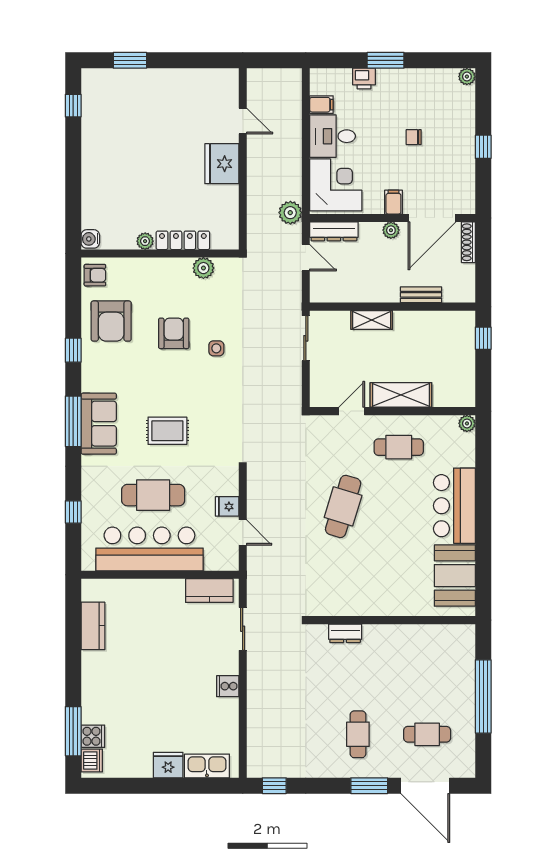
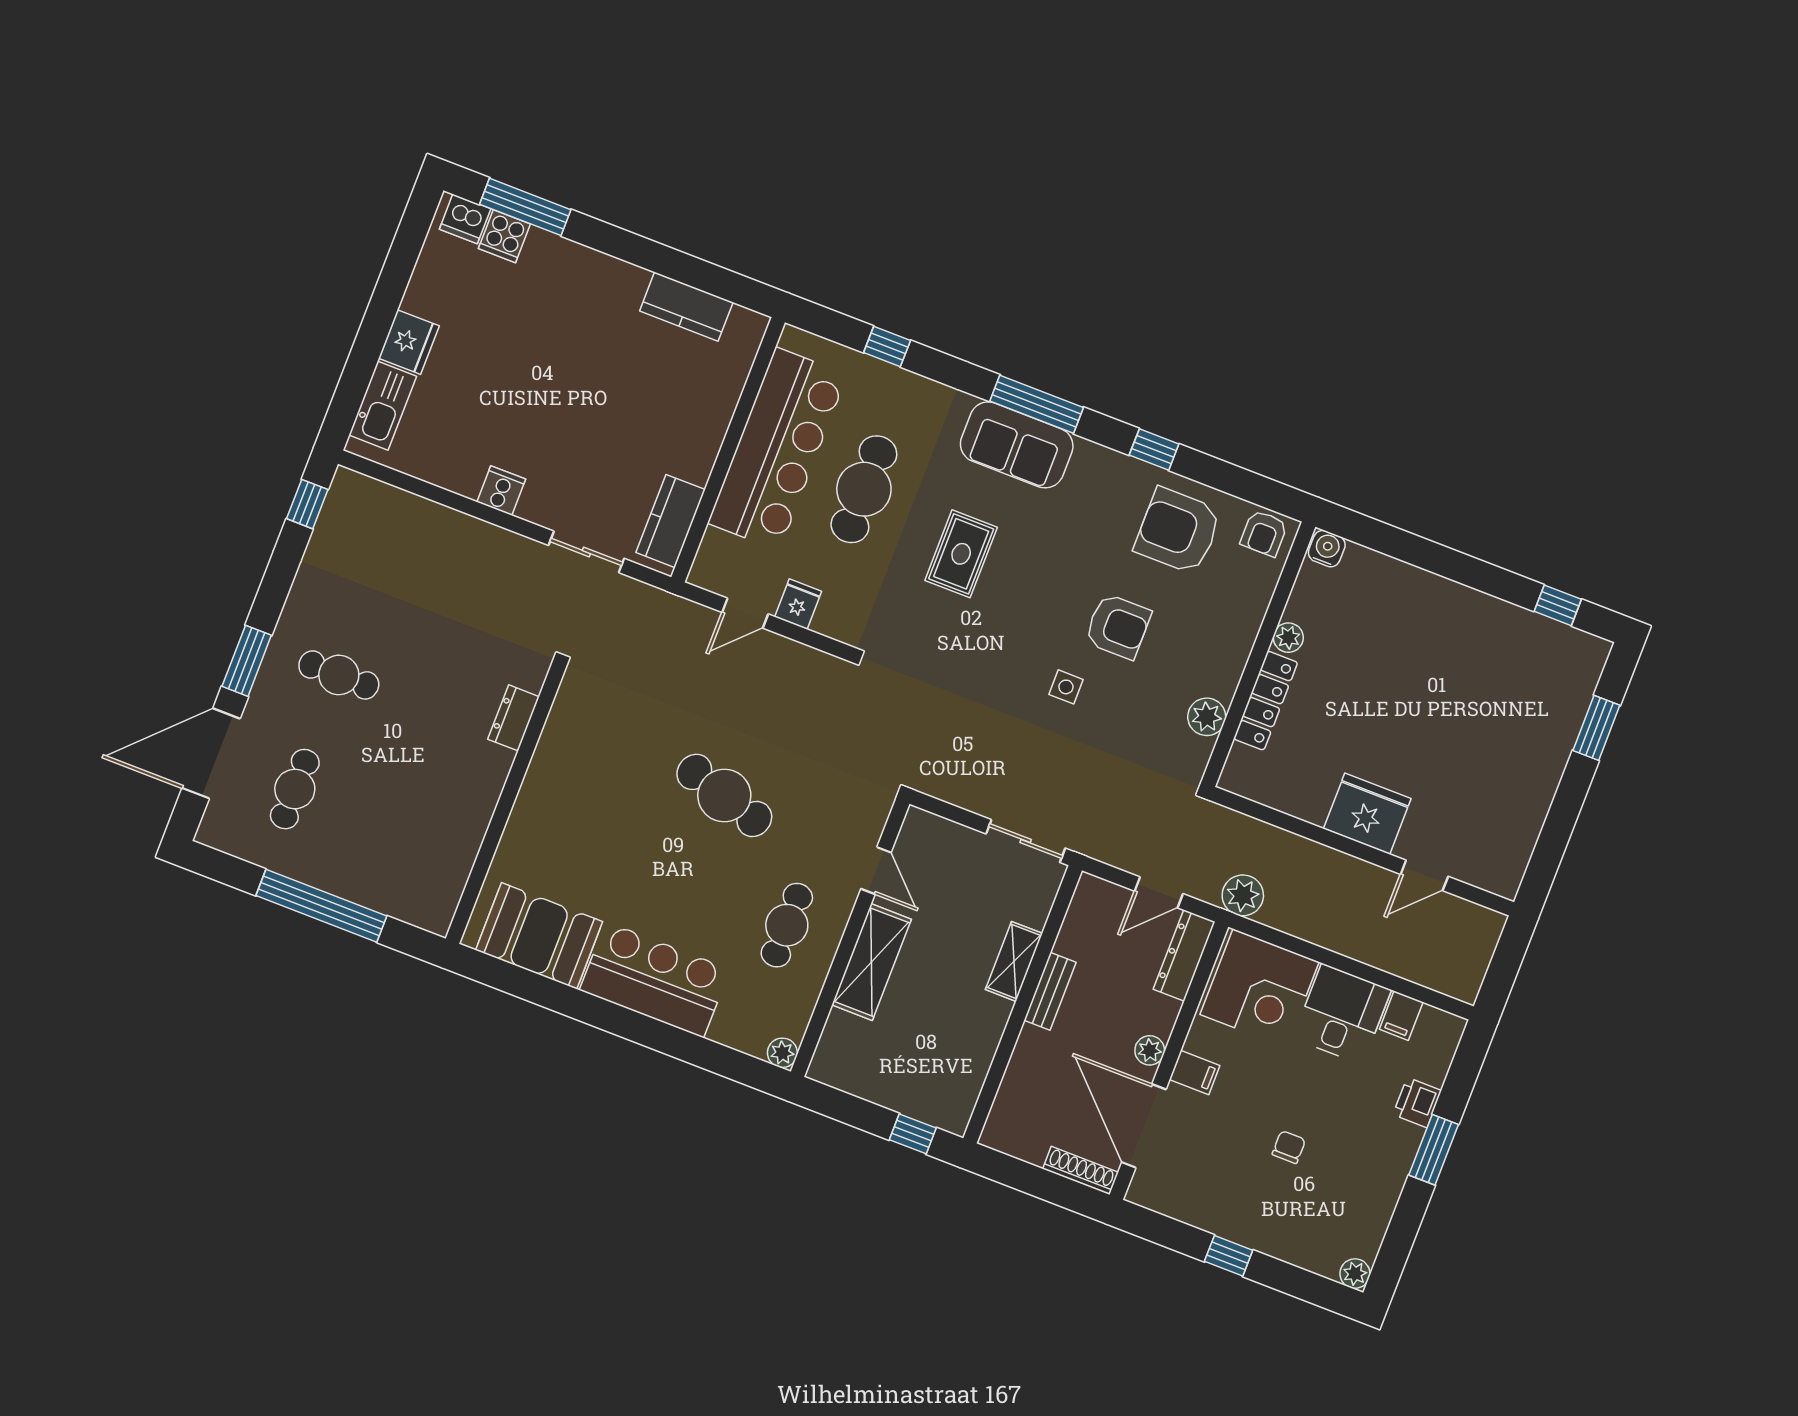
bench: (421, 295) -> (1050, 991), moved

